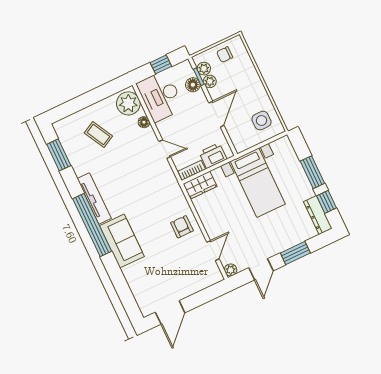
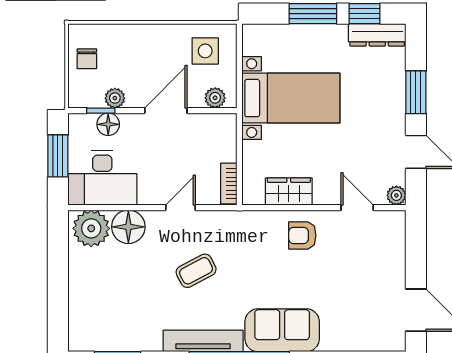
window: (161, 64) -> (58, 156), width x1.50
plant: (204, 69) -> (215, 98), moved
door: (216, 114) -> (166, 111), hinge flipped
floor lamp: (144, 122) -> (128, 227), width x1.89, depth x1.89
coffee table: (98, 135) -> (196, 271), moved
printer: (213, 156) -> (222, 144), removed
wardrobe: (200, 185) -> (289, 191), moved, turned -90

